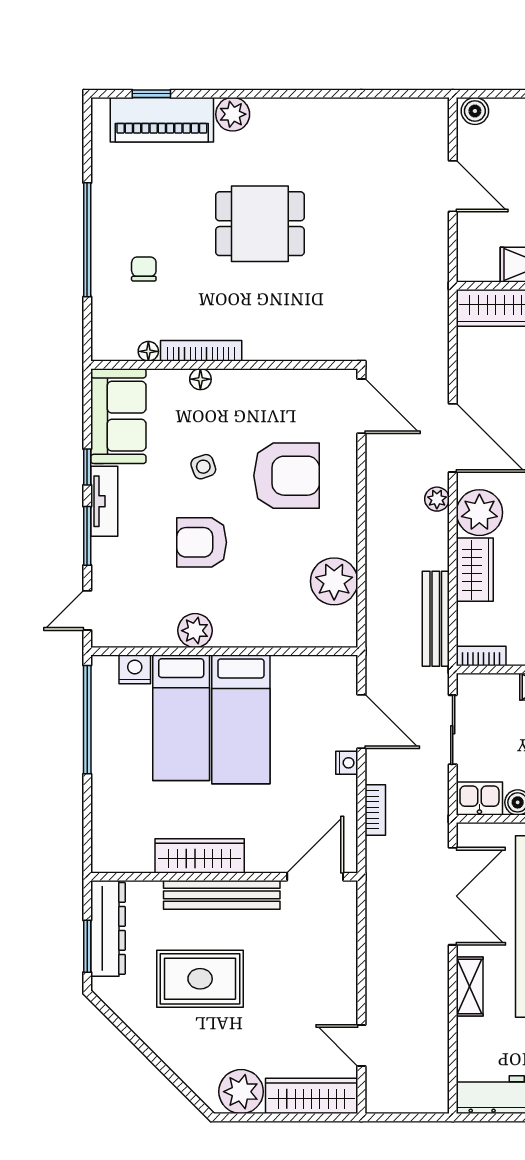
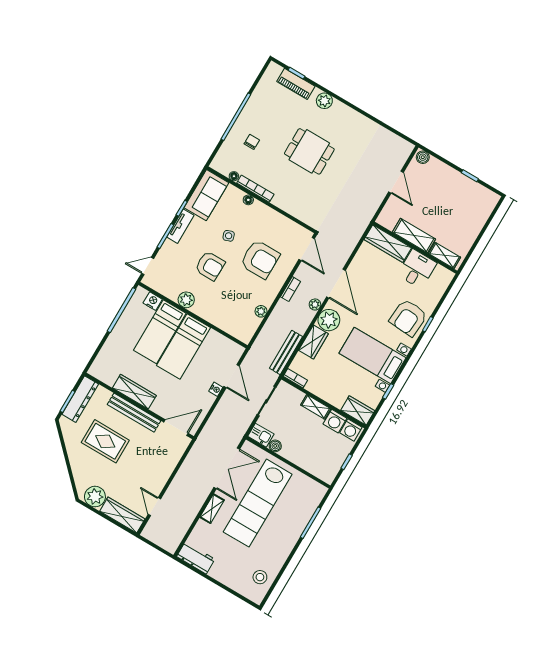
piano: (162, 120) -> (296, 84), width x0.73, depth x0.75
armchair: (202, 542) -> (210, 266), turned 180
plant: (334, 581) -> (261, 311), width x0.53, depth x0.53
bookcase: (375, 810) -> (291, 289), moved

